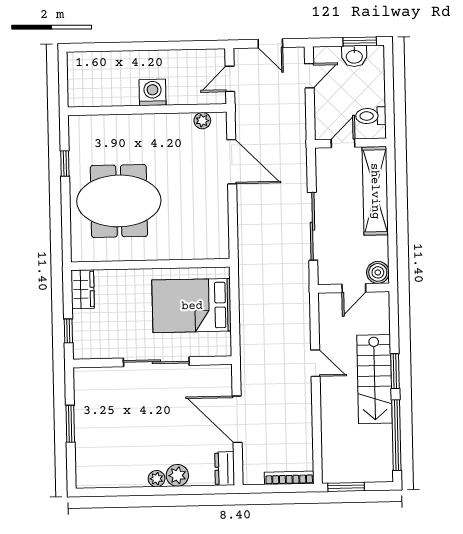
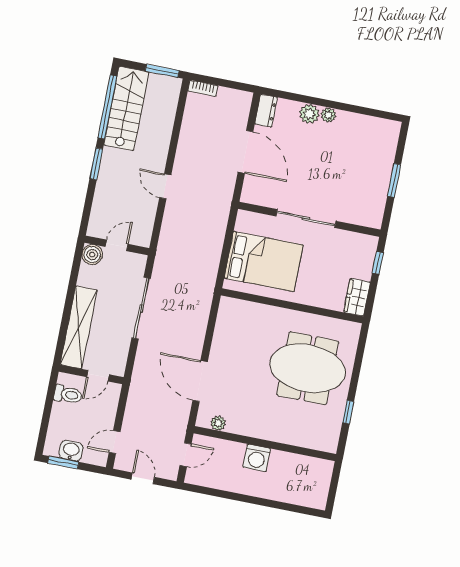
stairs: (374, 379) -> (126, 108), moved
bookcase: (289, 478) -> (203, 88), width x0.64

